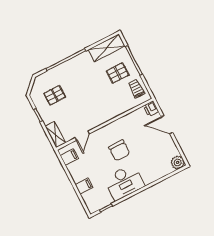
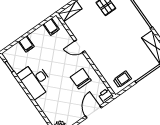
pallet: (118, 73) -> (134, 60), removed
door: (82, 136) -> (80, 46), moved
chair: (119, 150) -> (81, 79), moved, turned 90

